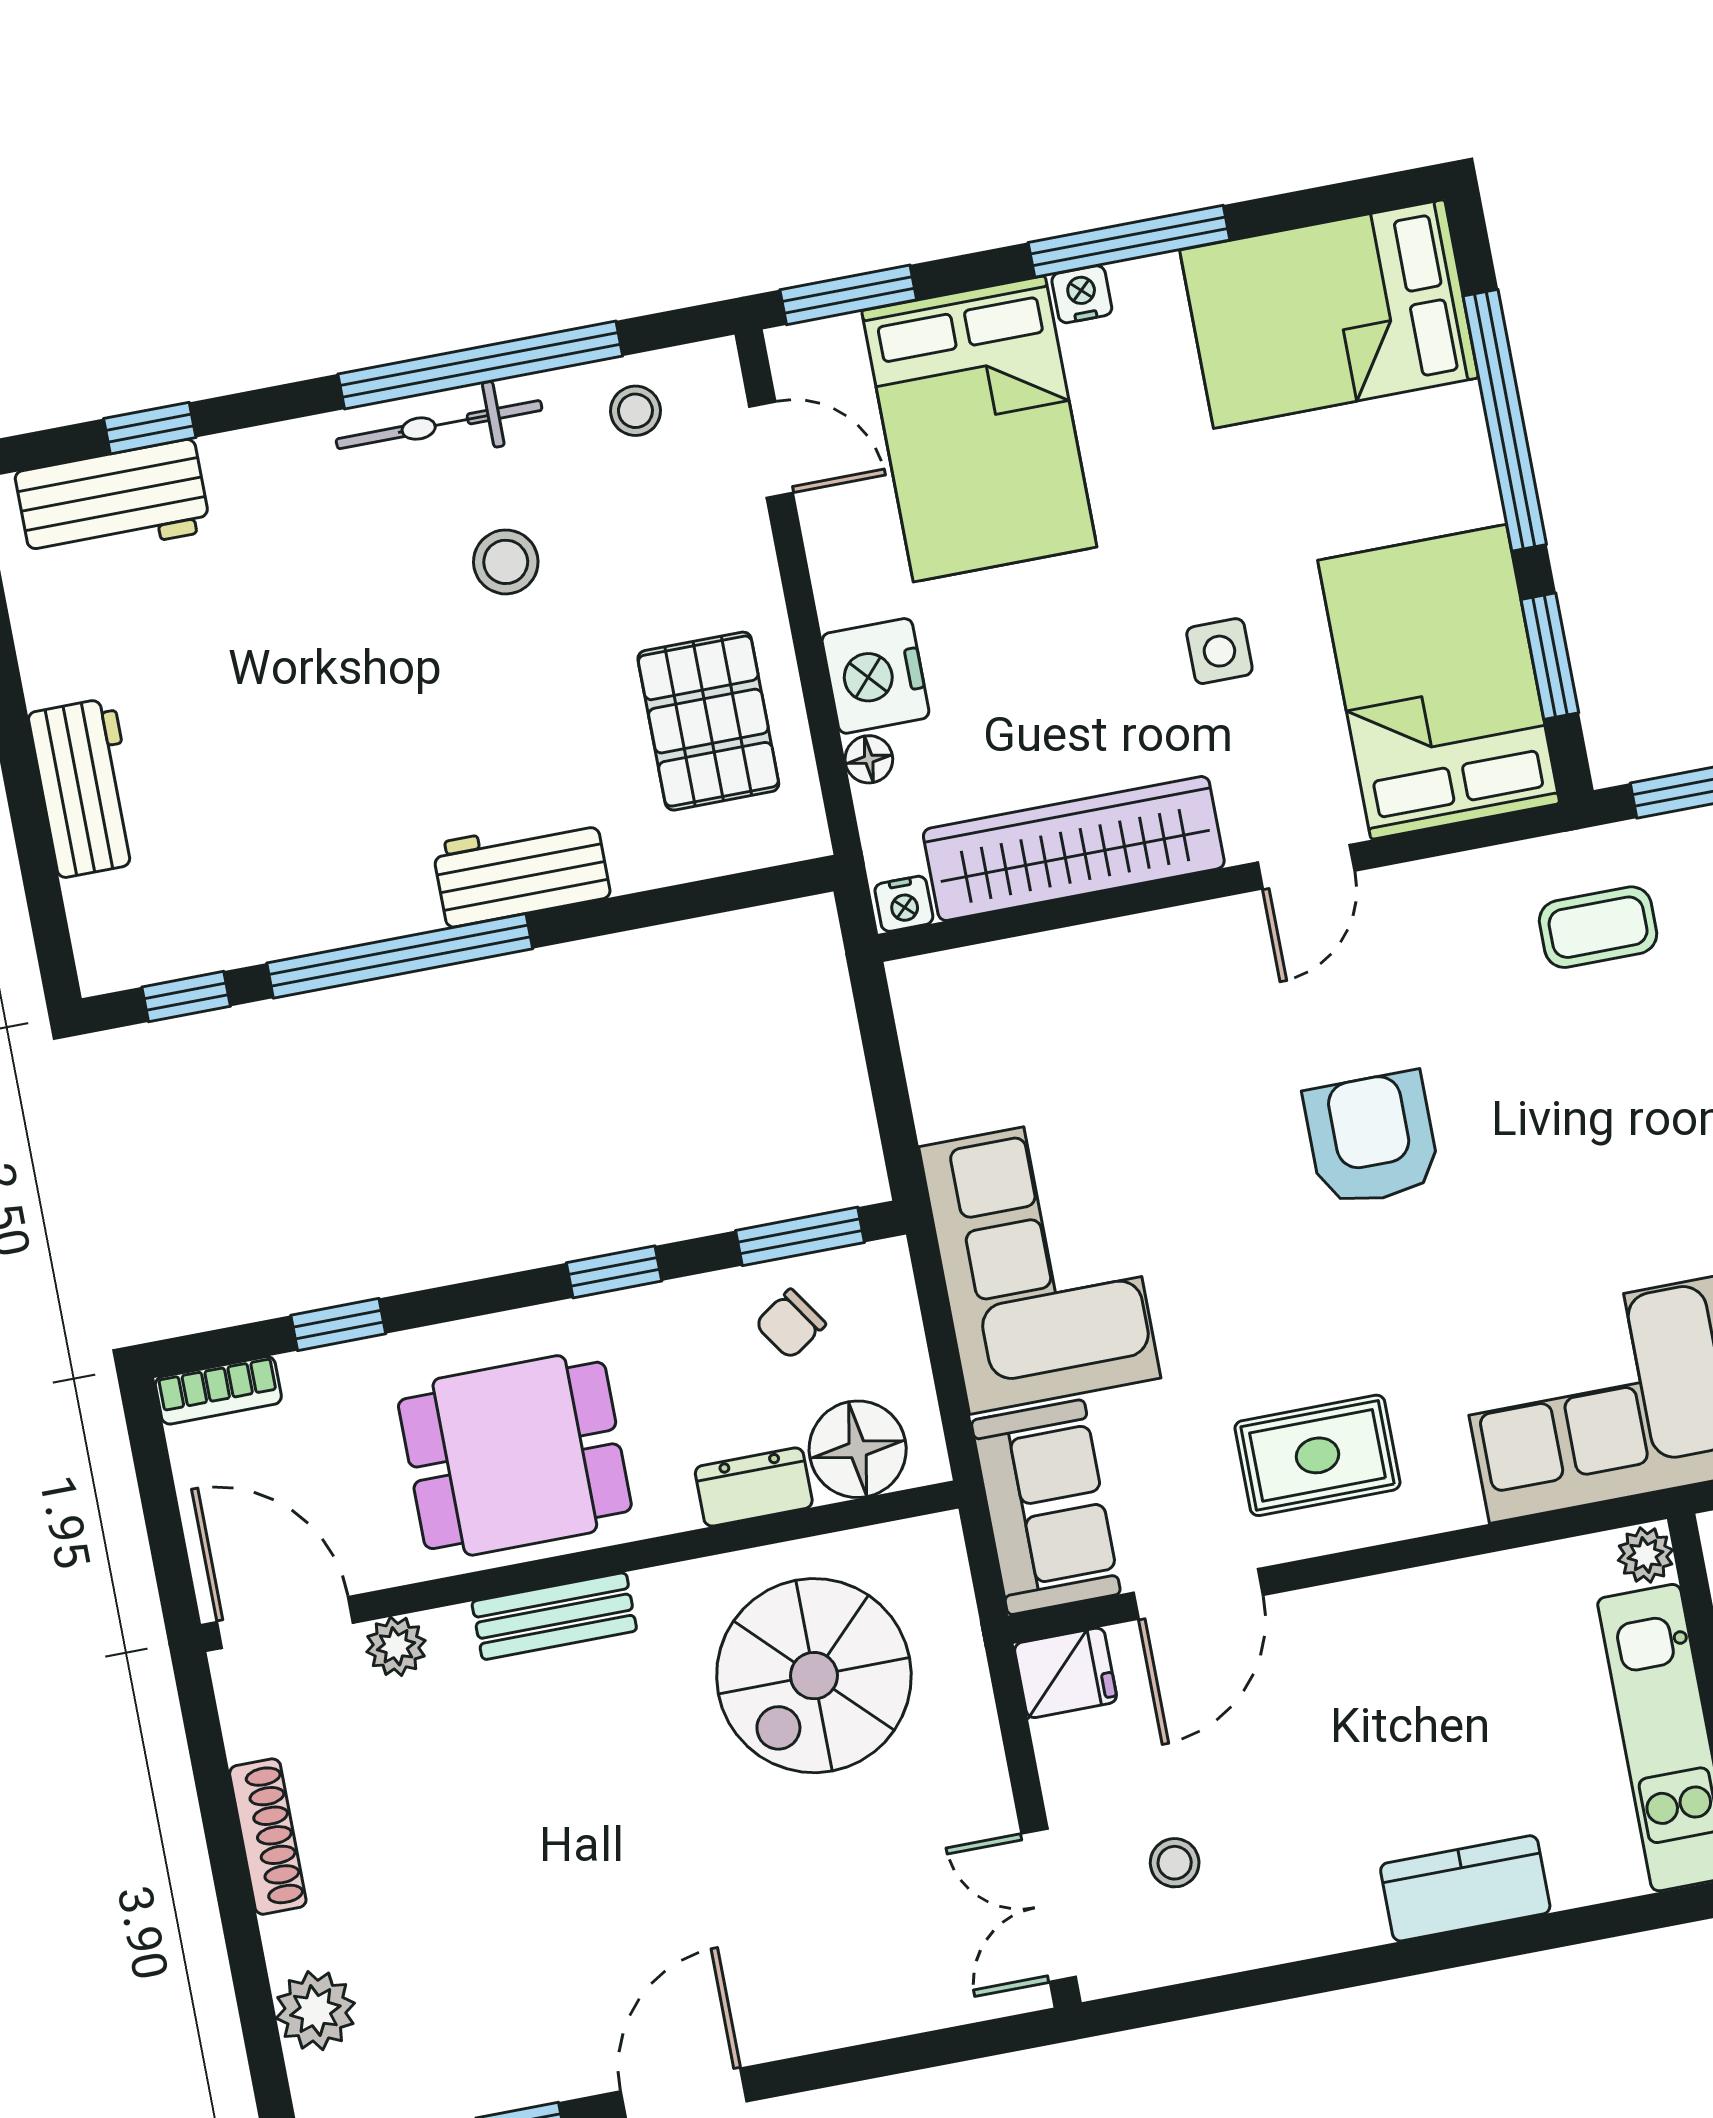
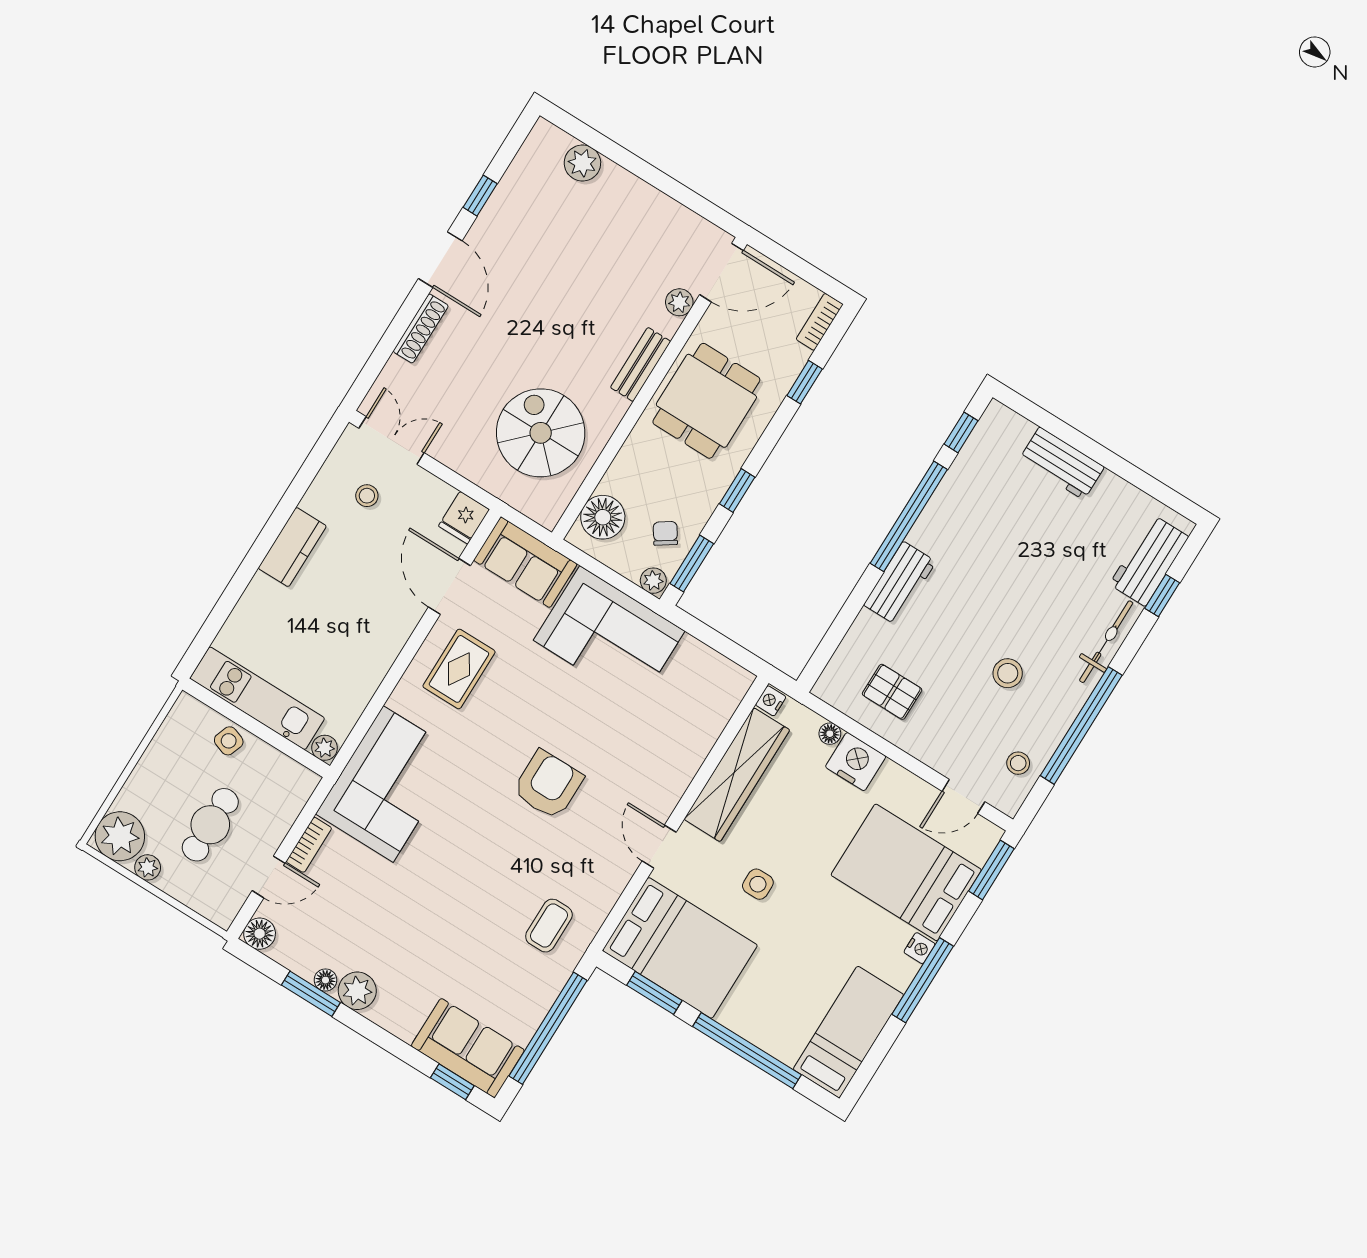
bed: (1329, 314) -> (848, 1032), width x0.67
bicycle: (439, 425) -> (1106, 642), moved
pallet: (708, 721) -> (892, 692), width x0.67, depth x0.71
armchair: (1372, 1139) -> (548, 785), turned -90
plant: (885, 1273) -> (653, 581), added
dresser: (754, 1487) -> (622, 471), removed
shoe rack: (268, 1837) -> (421, 328), moved, turned -90
kitchen counter: (1465, 1888) -> (292, 547), moved

